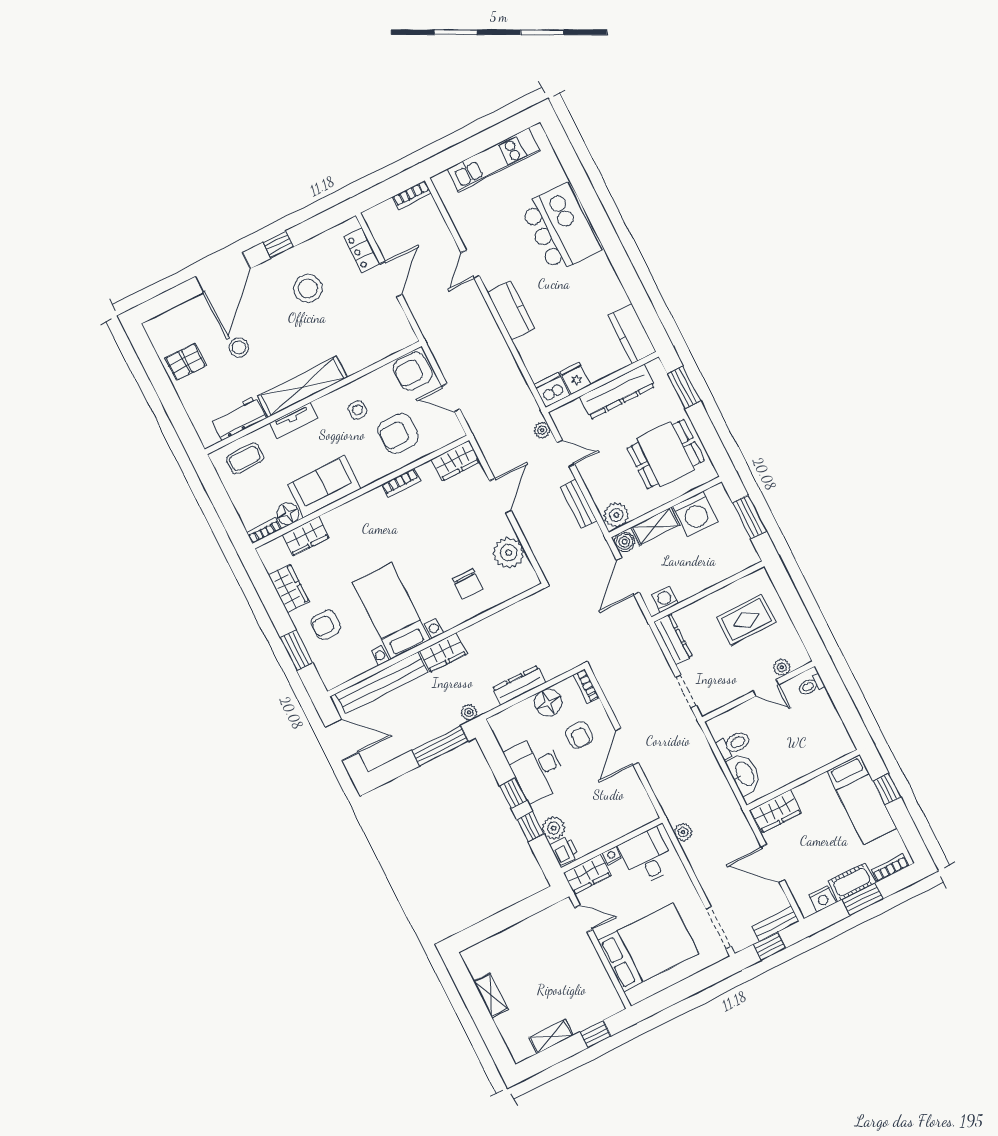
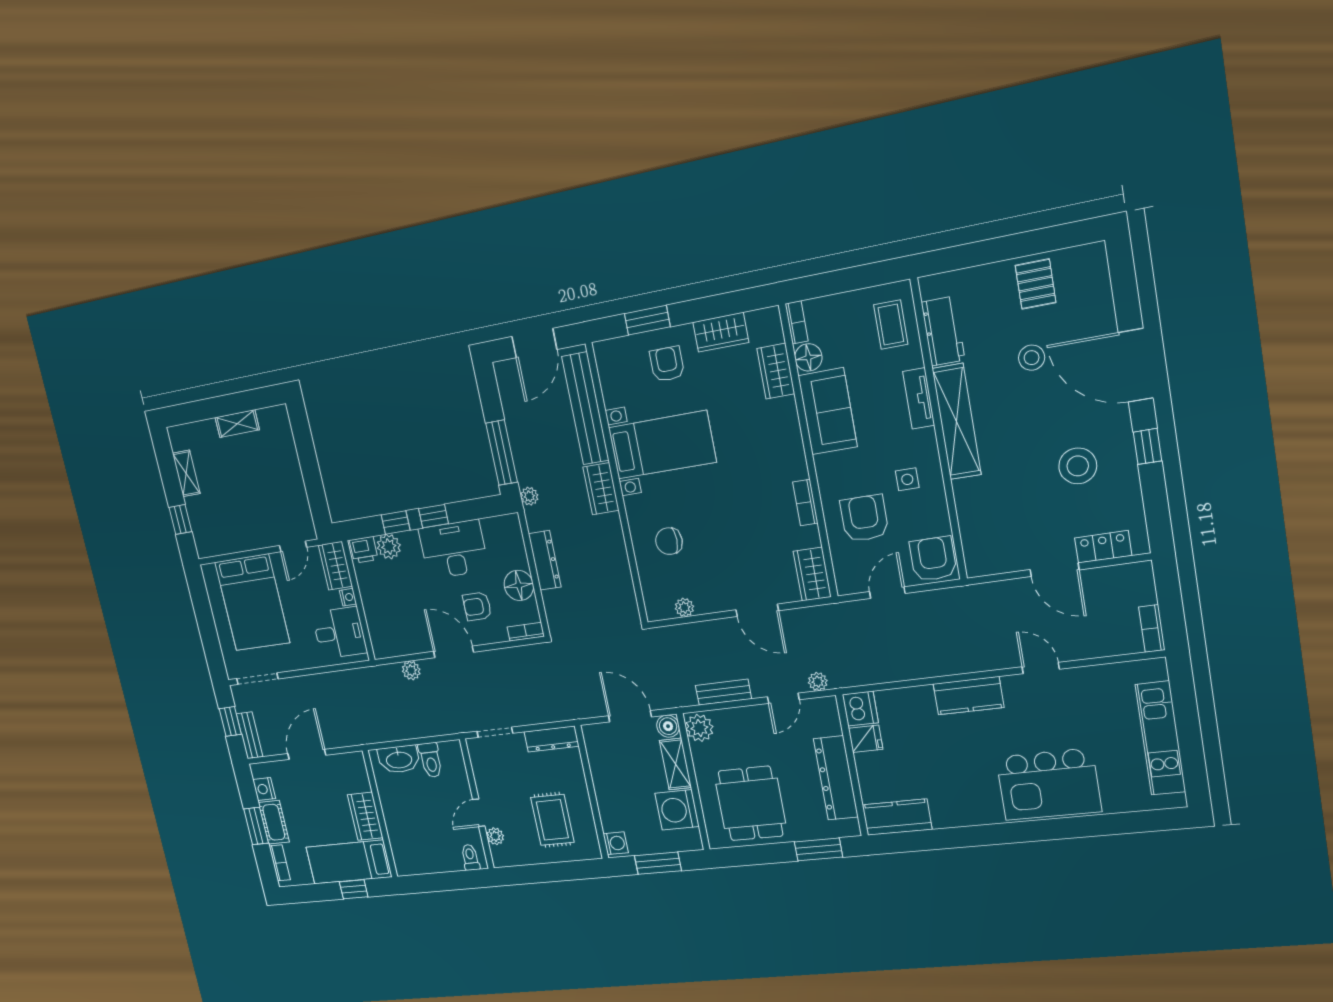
plant: (509, 553) -> (684, 607), width x0.53, depth x0.53
washing machine: (665, 599) -> (616, 843), moved
wardrobe: (776, 811) -> (365, 816), moved
plant: (683, 832) -> (411, 670), moved

